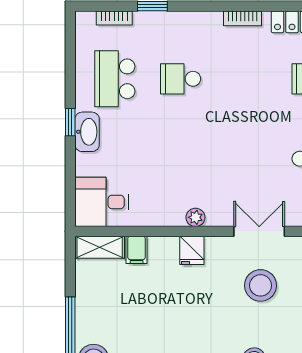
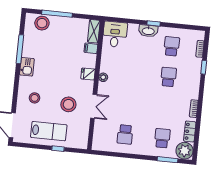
school desk: (115, 79) -> (172, 46), width x0.54

